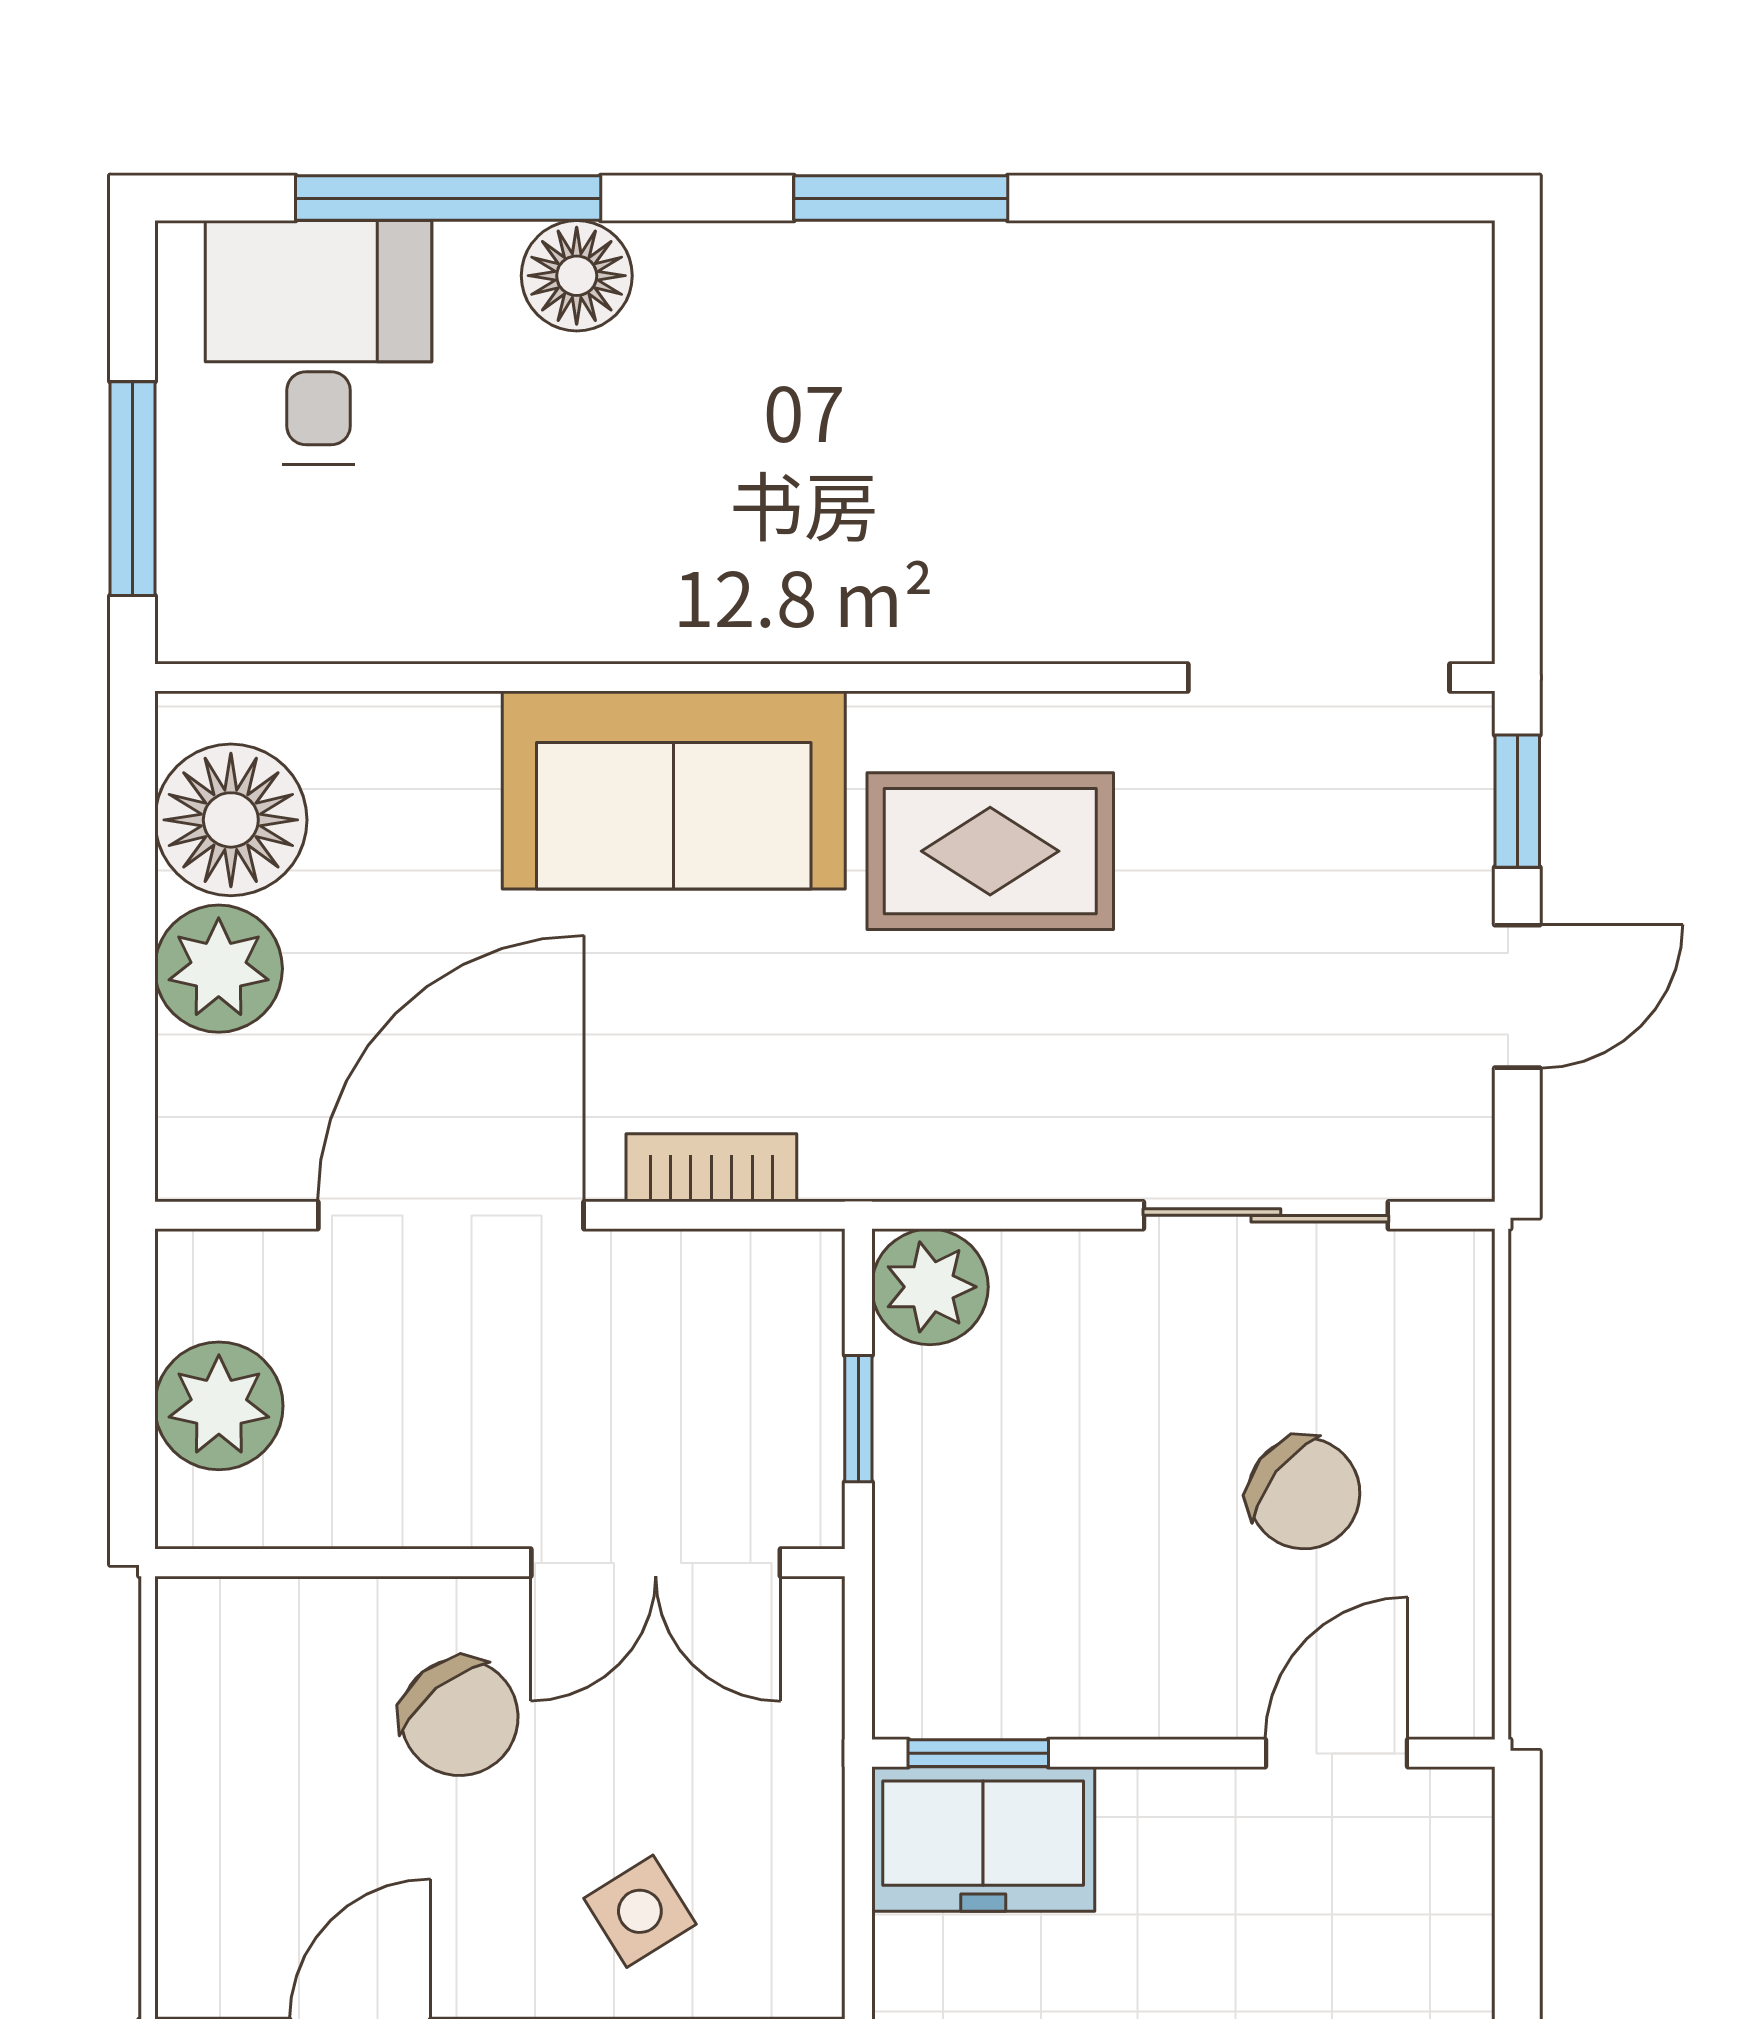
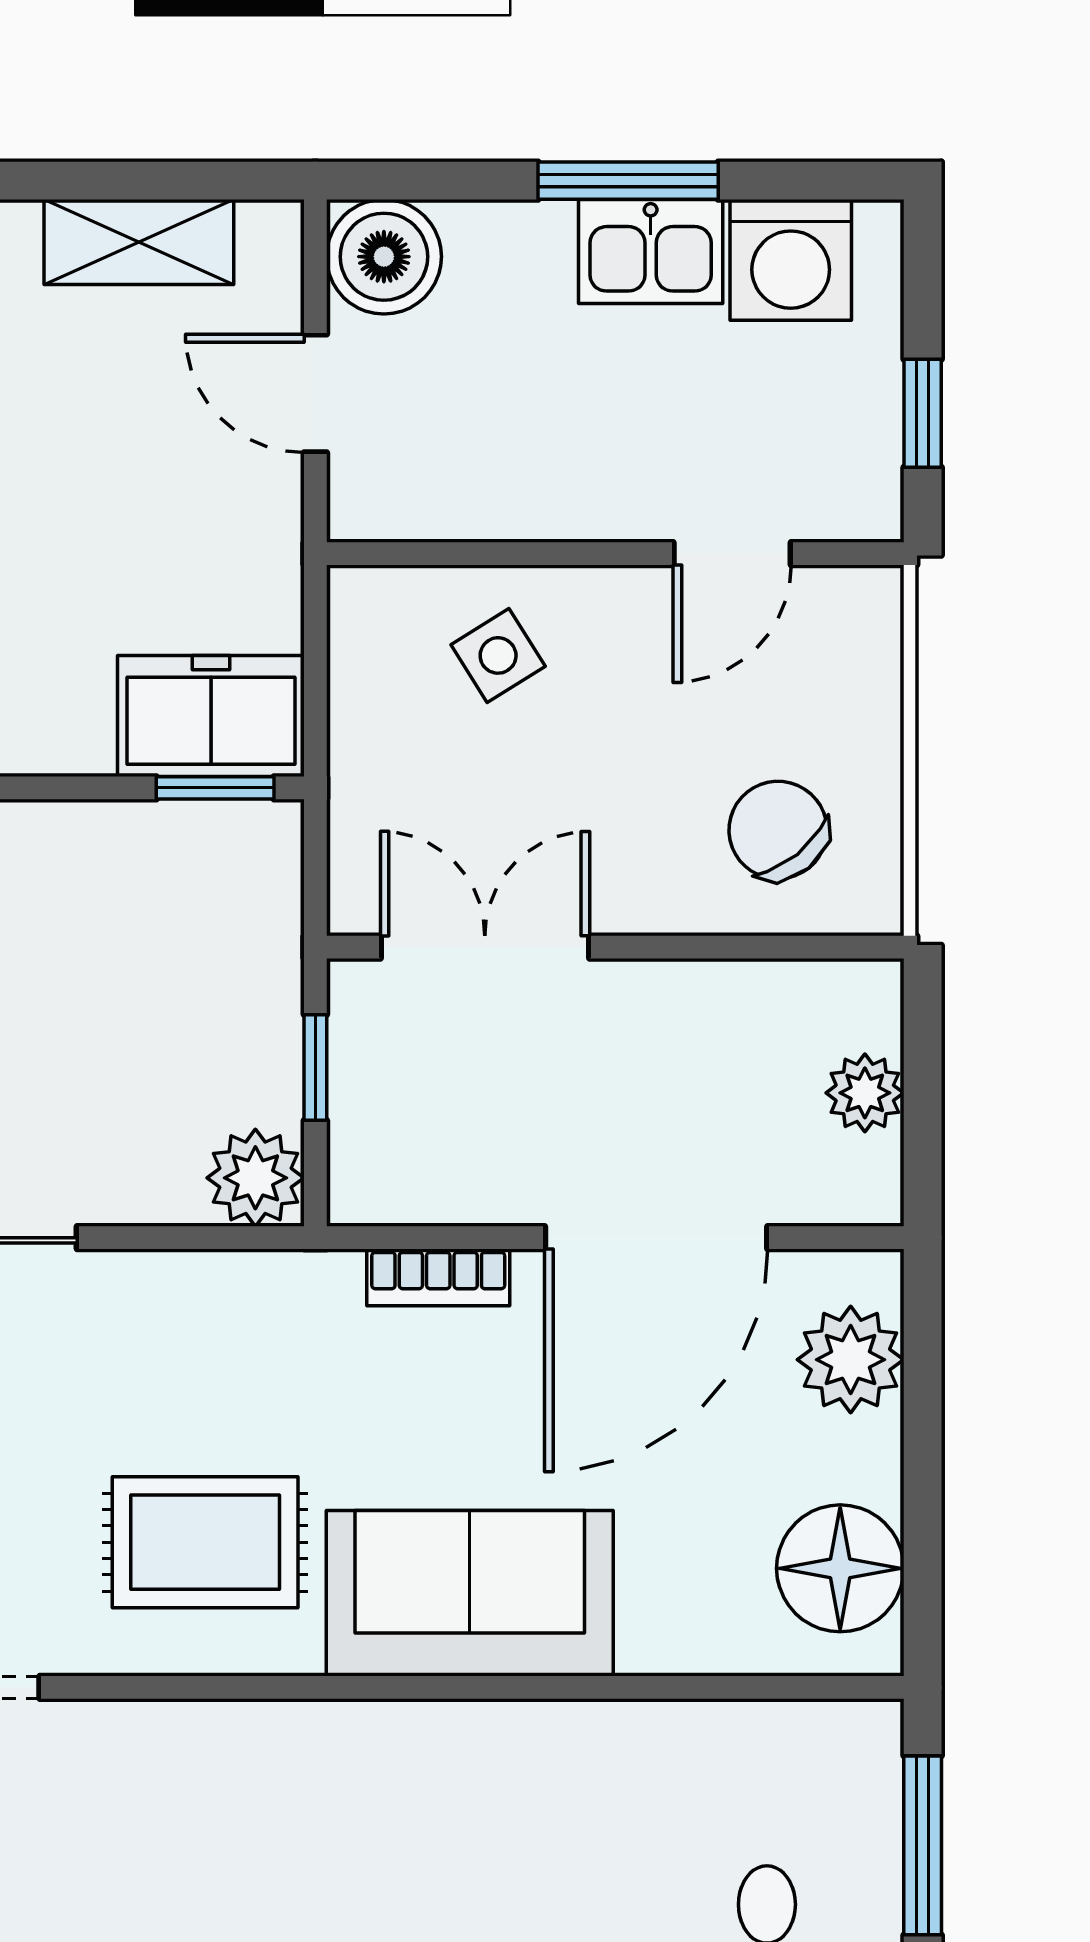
plant: (219, 969) -> (851, 1360), moved
plant: (219, 1406) -> (865, 1093), width x0.73, depth x0.73
chair: (459, 1717) -> (778, 830), moved

